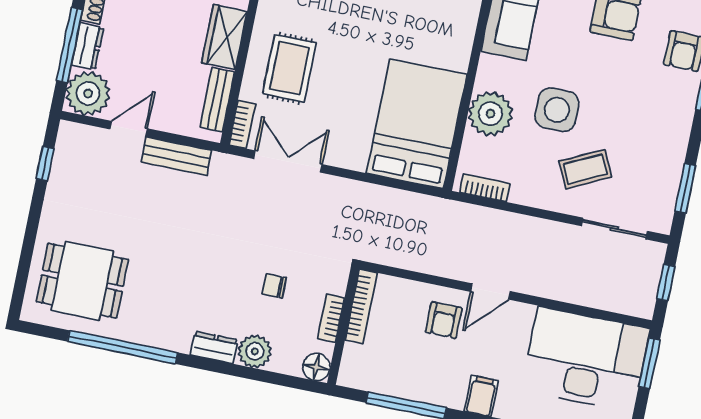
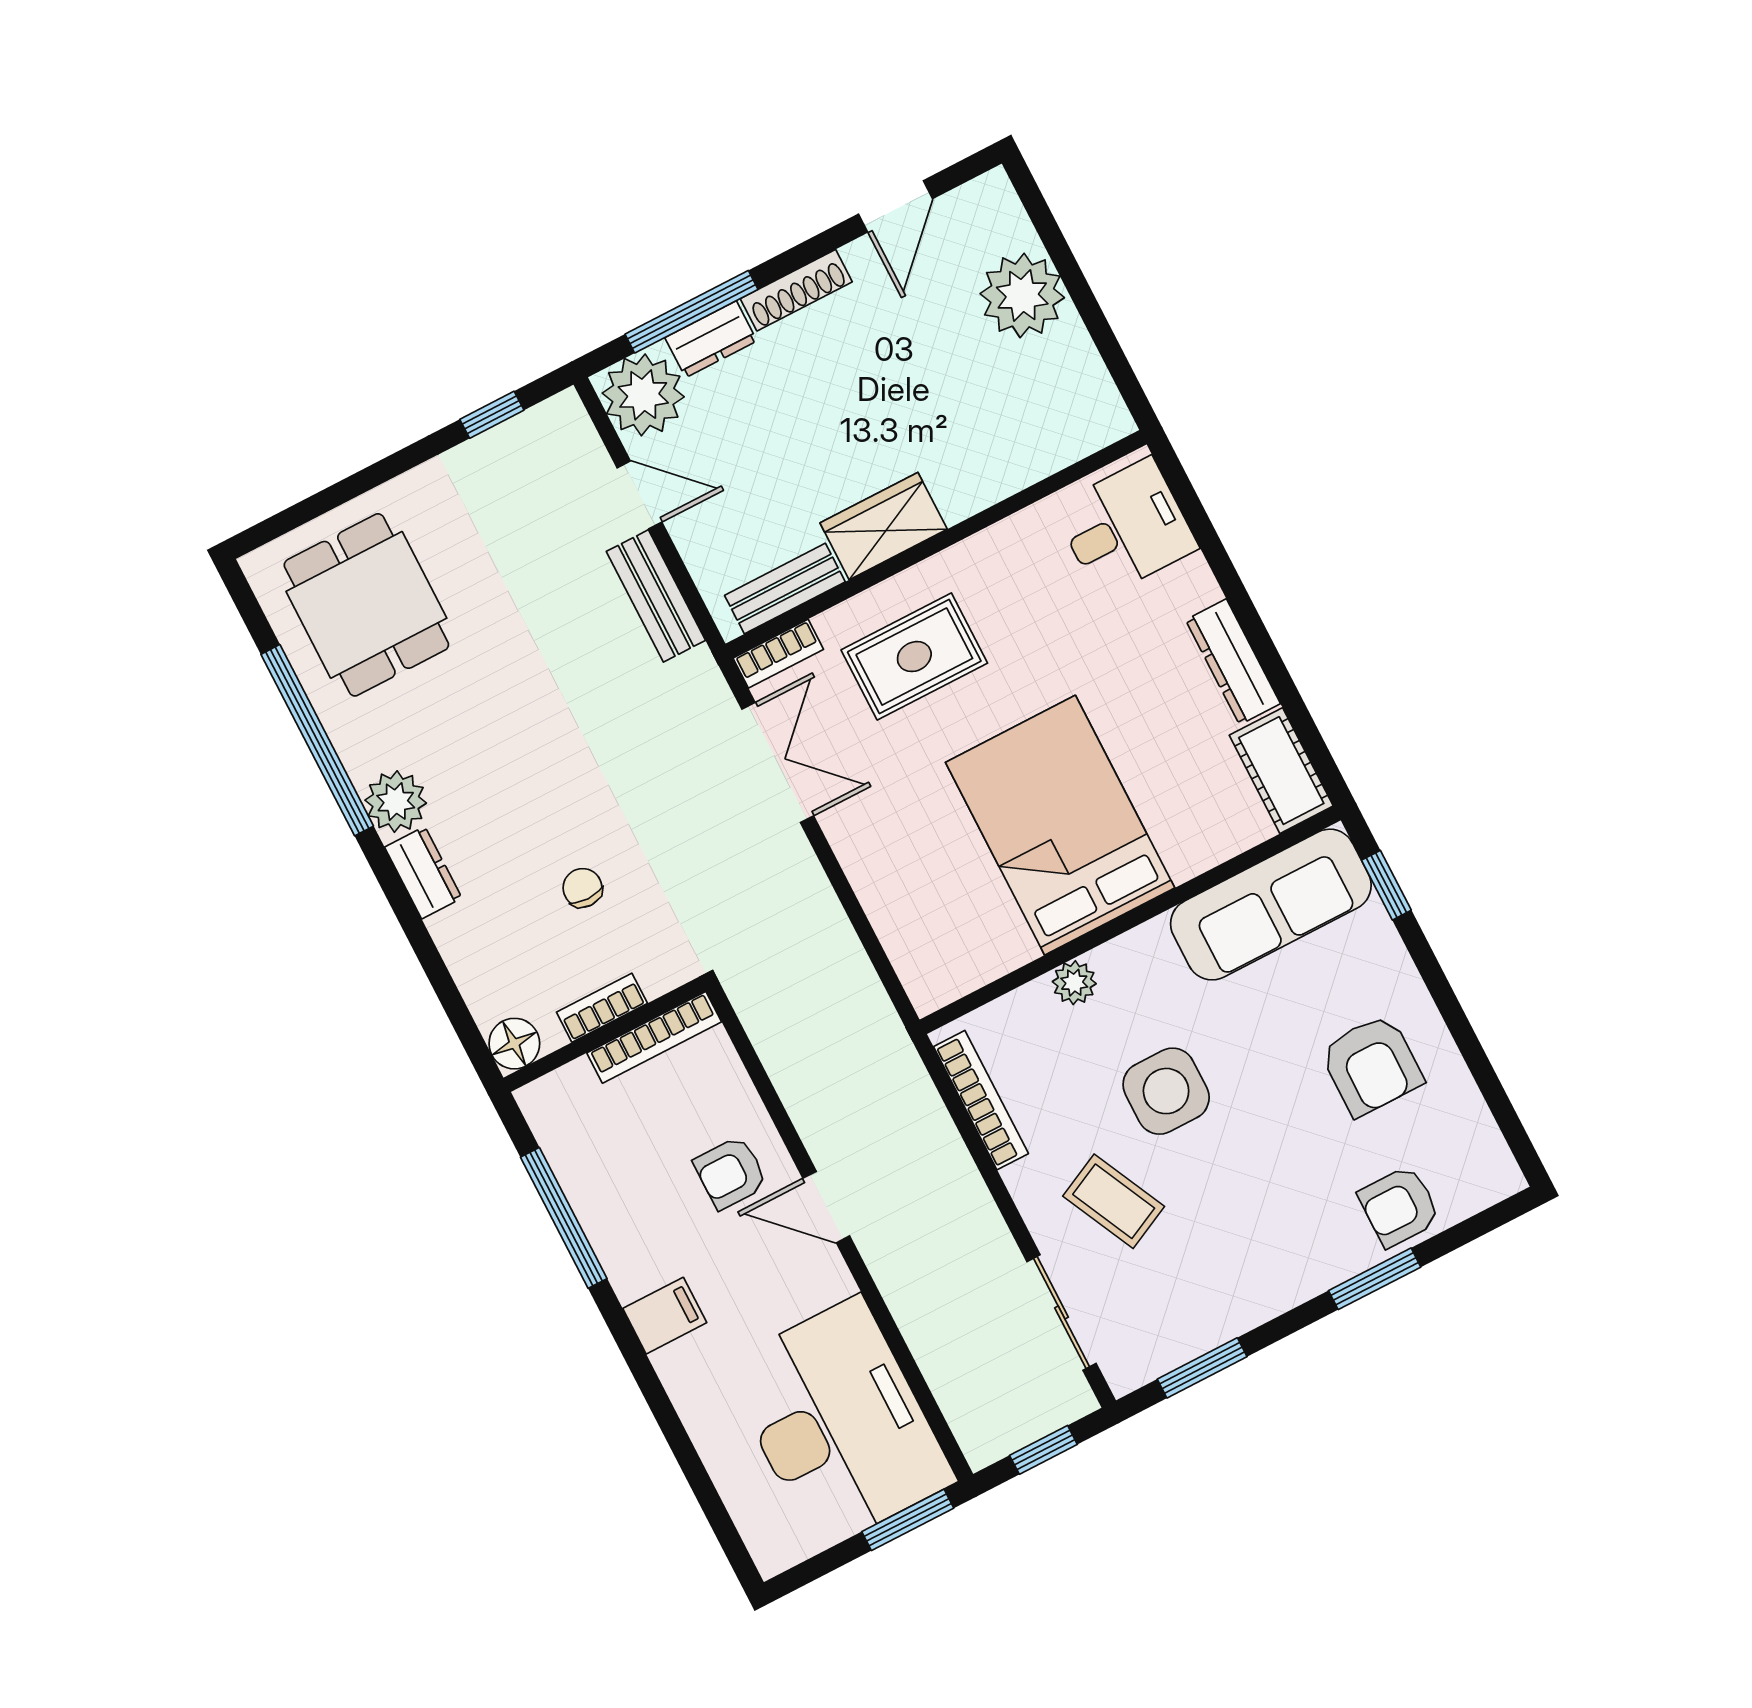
plant: (491, 114) -> (1074, 983), width x0.53, depth x0.53
bed: (417, 124) -> (1060, 825), moved, turned -90
bookcase: (485, 188) -> (981, 1100), width x1.56
plant: (255, 351) -> (396, 802), moved

